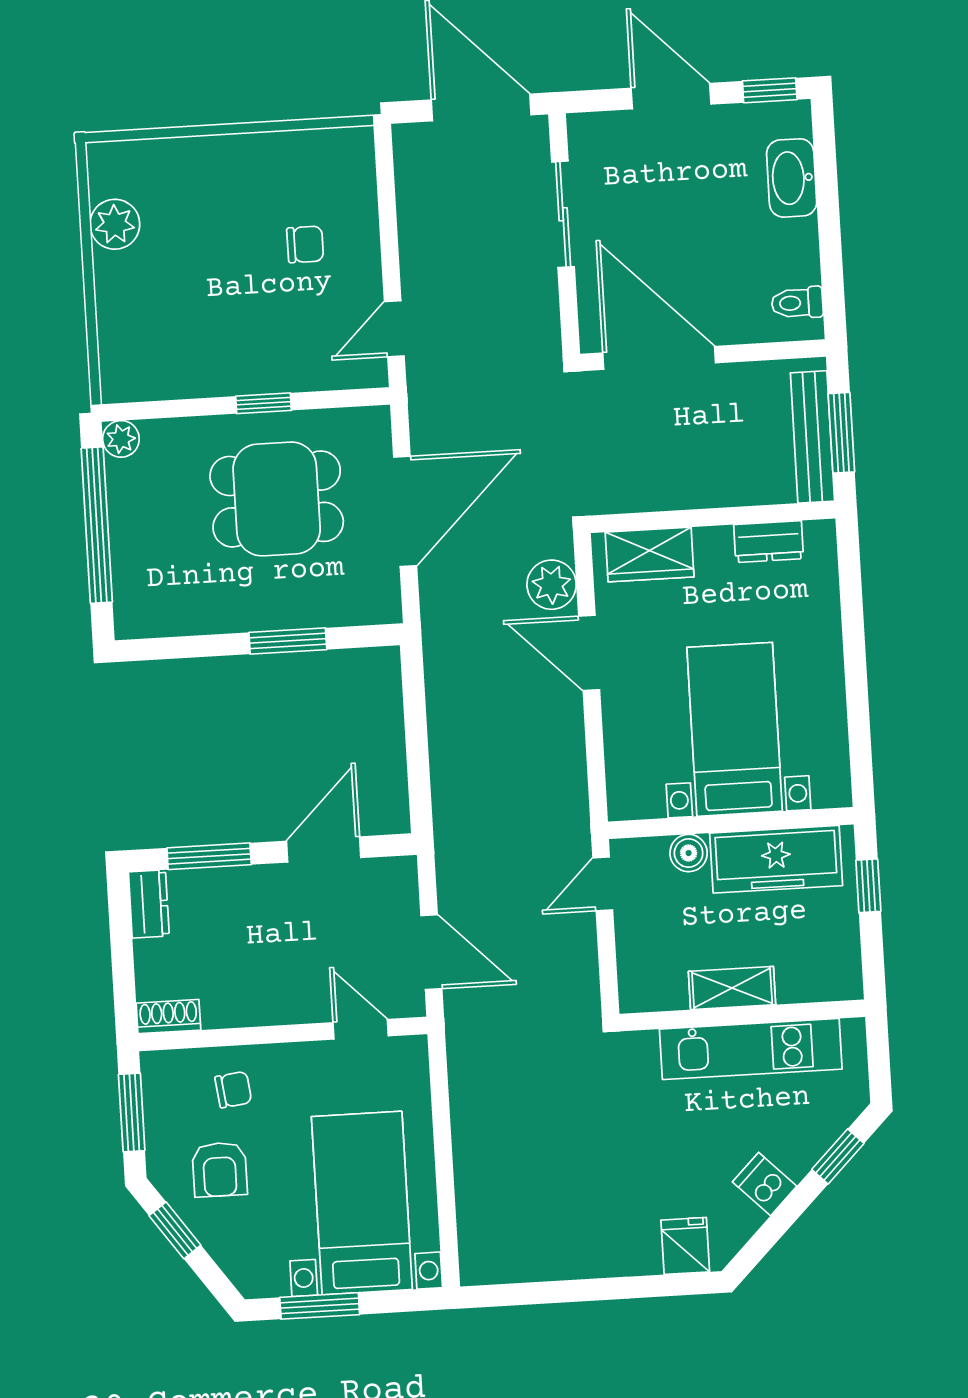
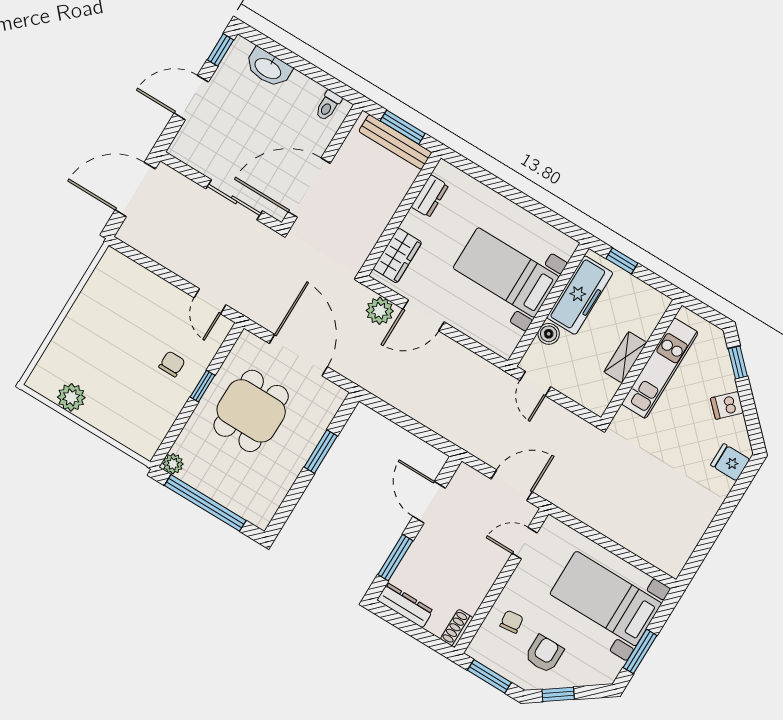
sliding door: (563, 214) -> (234, 200), moved
chair: (305, 244) -> (172, 364), moved
dresser: (149, 904) -> (405, 605), width x1.44
armchair: (220, 1169) -> (544, 654), turned -90

